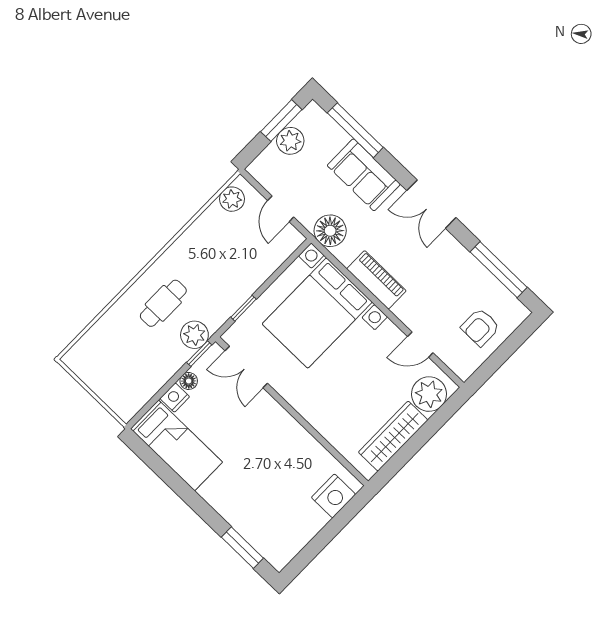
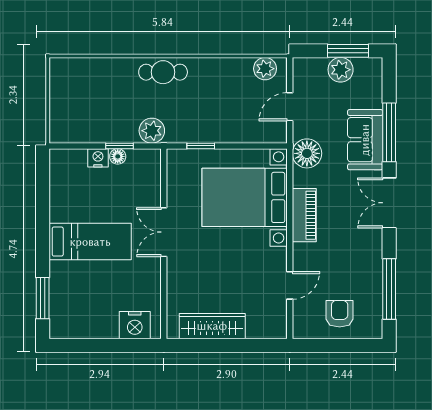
window: (355, 130) -> (389, 132), moved
cafe table: (163, 303) -> (163, 72), moved
armchair: (480, 327) -> (340, 314), turned 90
door: (420, 345) -> (290, 285), swing flipped
window: (199, 354) -> (119, 146), moved
double door: (246, 367) -> (164, 232), moved
plant: (429, 394) -> (263, 323), removed
bed: (176, 445) -> (90, 242), moved, turned -90

